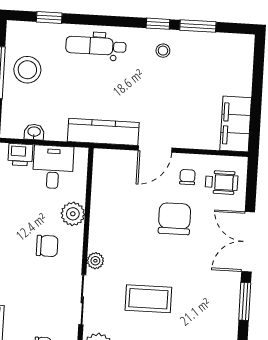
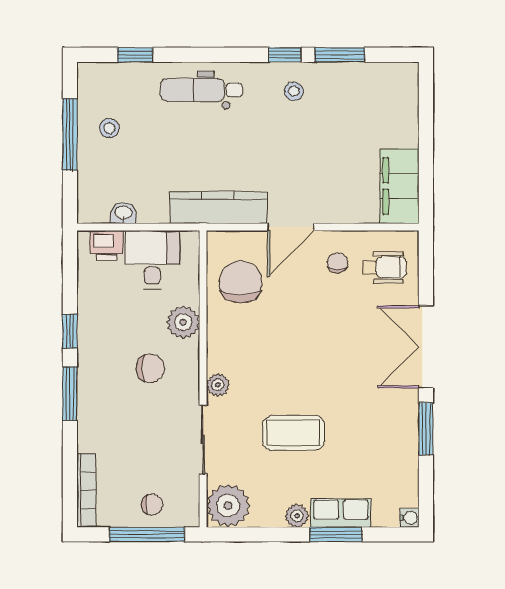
stool: (27, 70) -> (109, 128), width x0.53, depth x0.53
chair: (174, 219) -> (241, 282), moved

